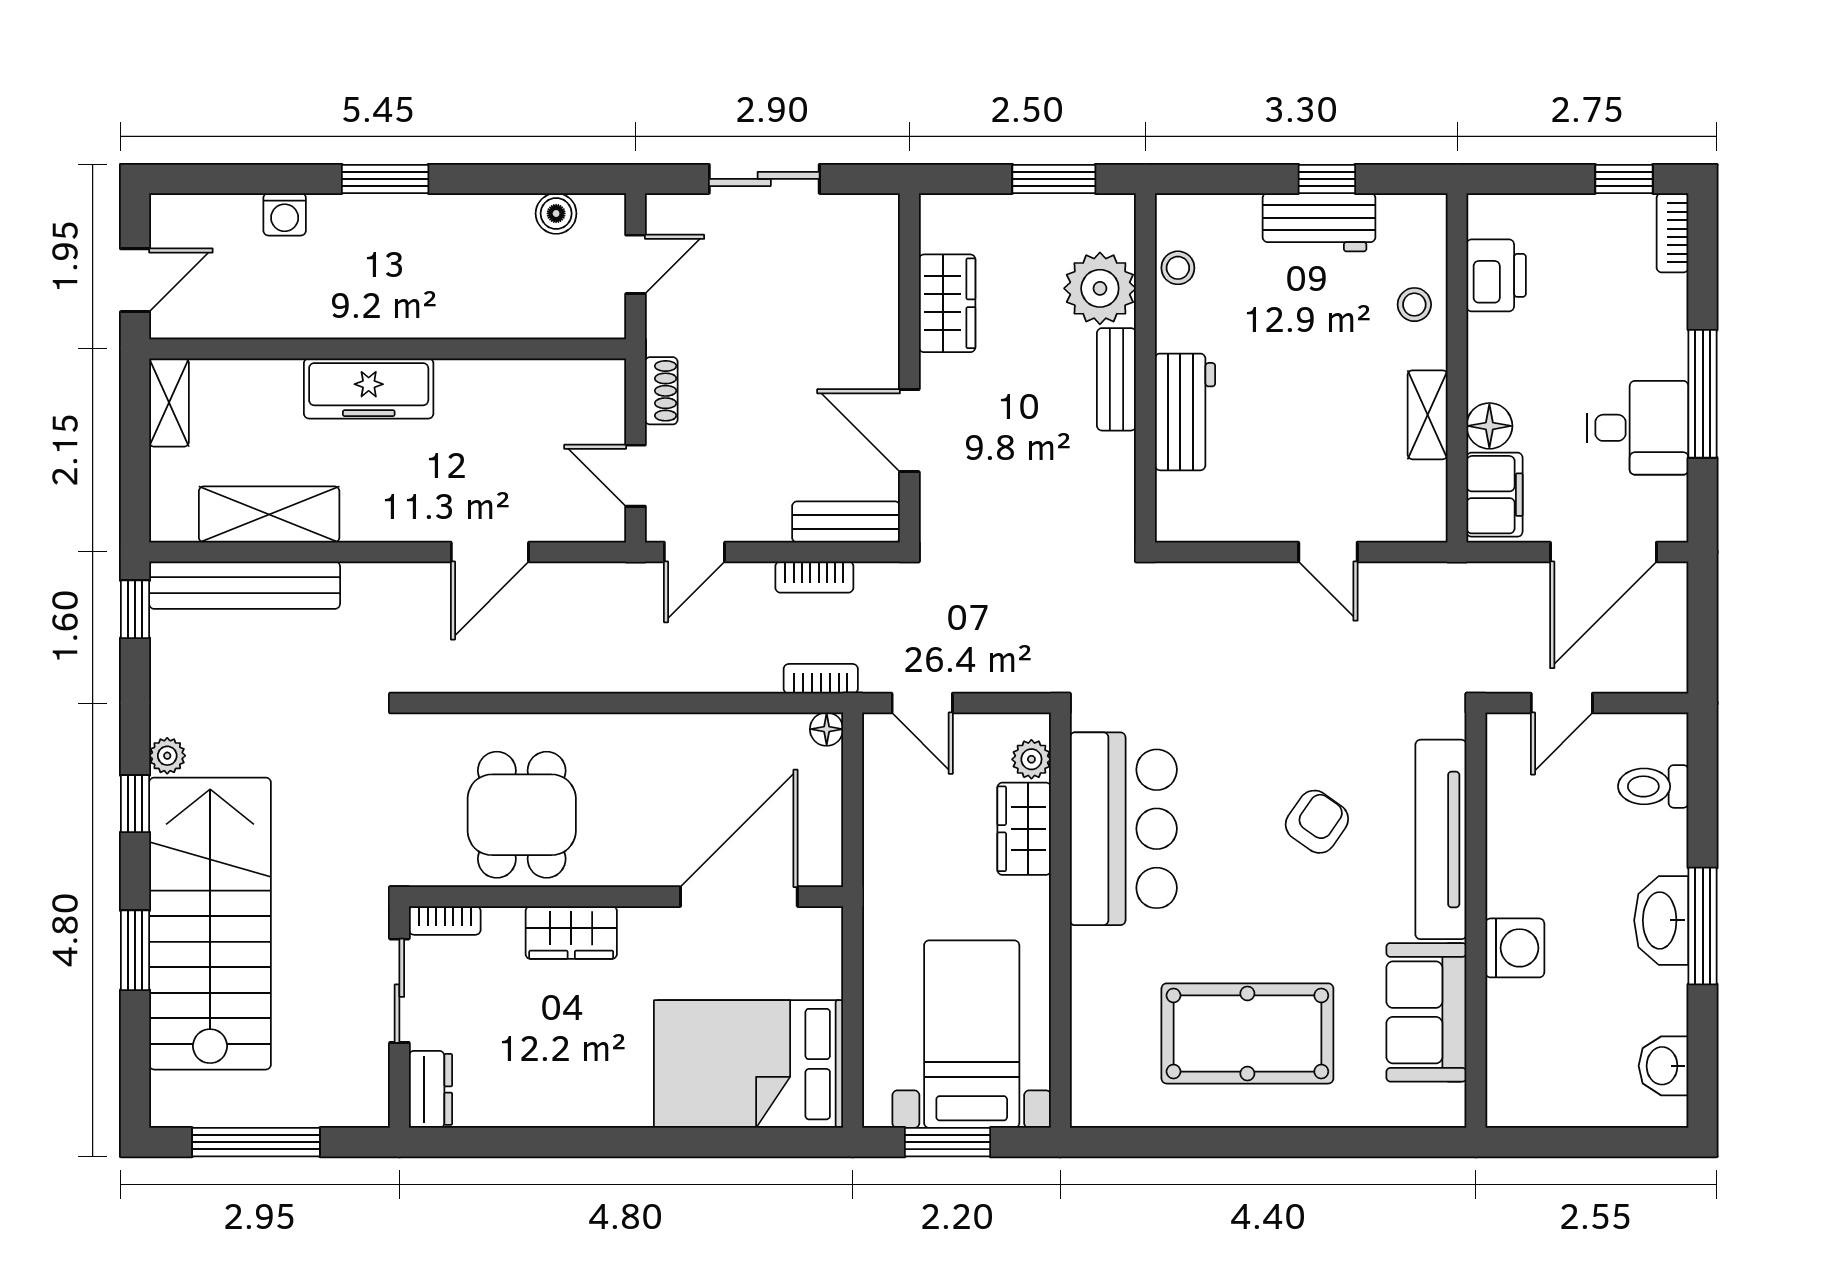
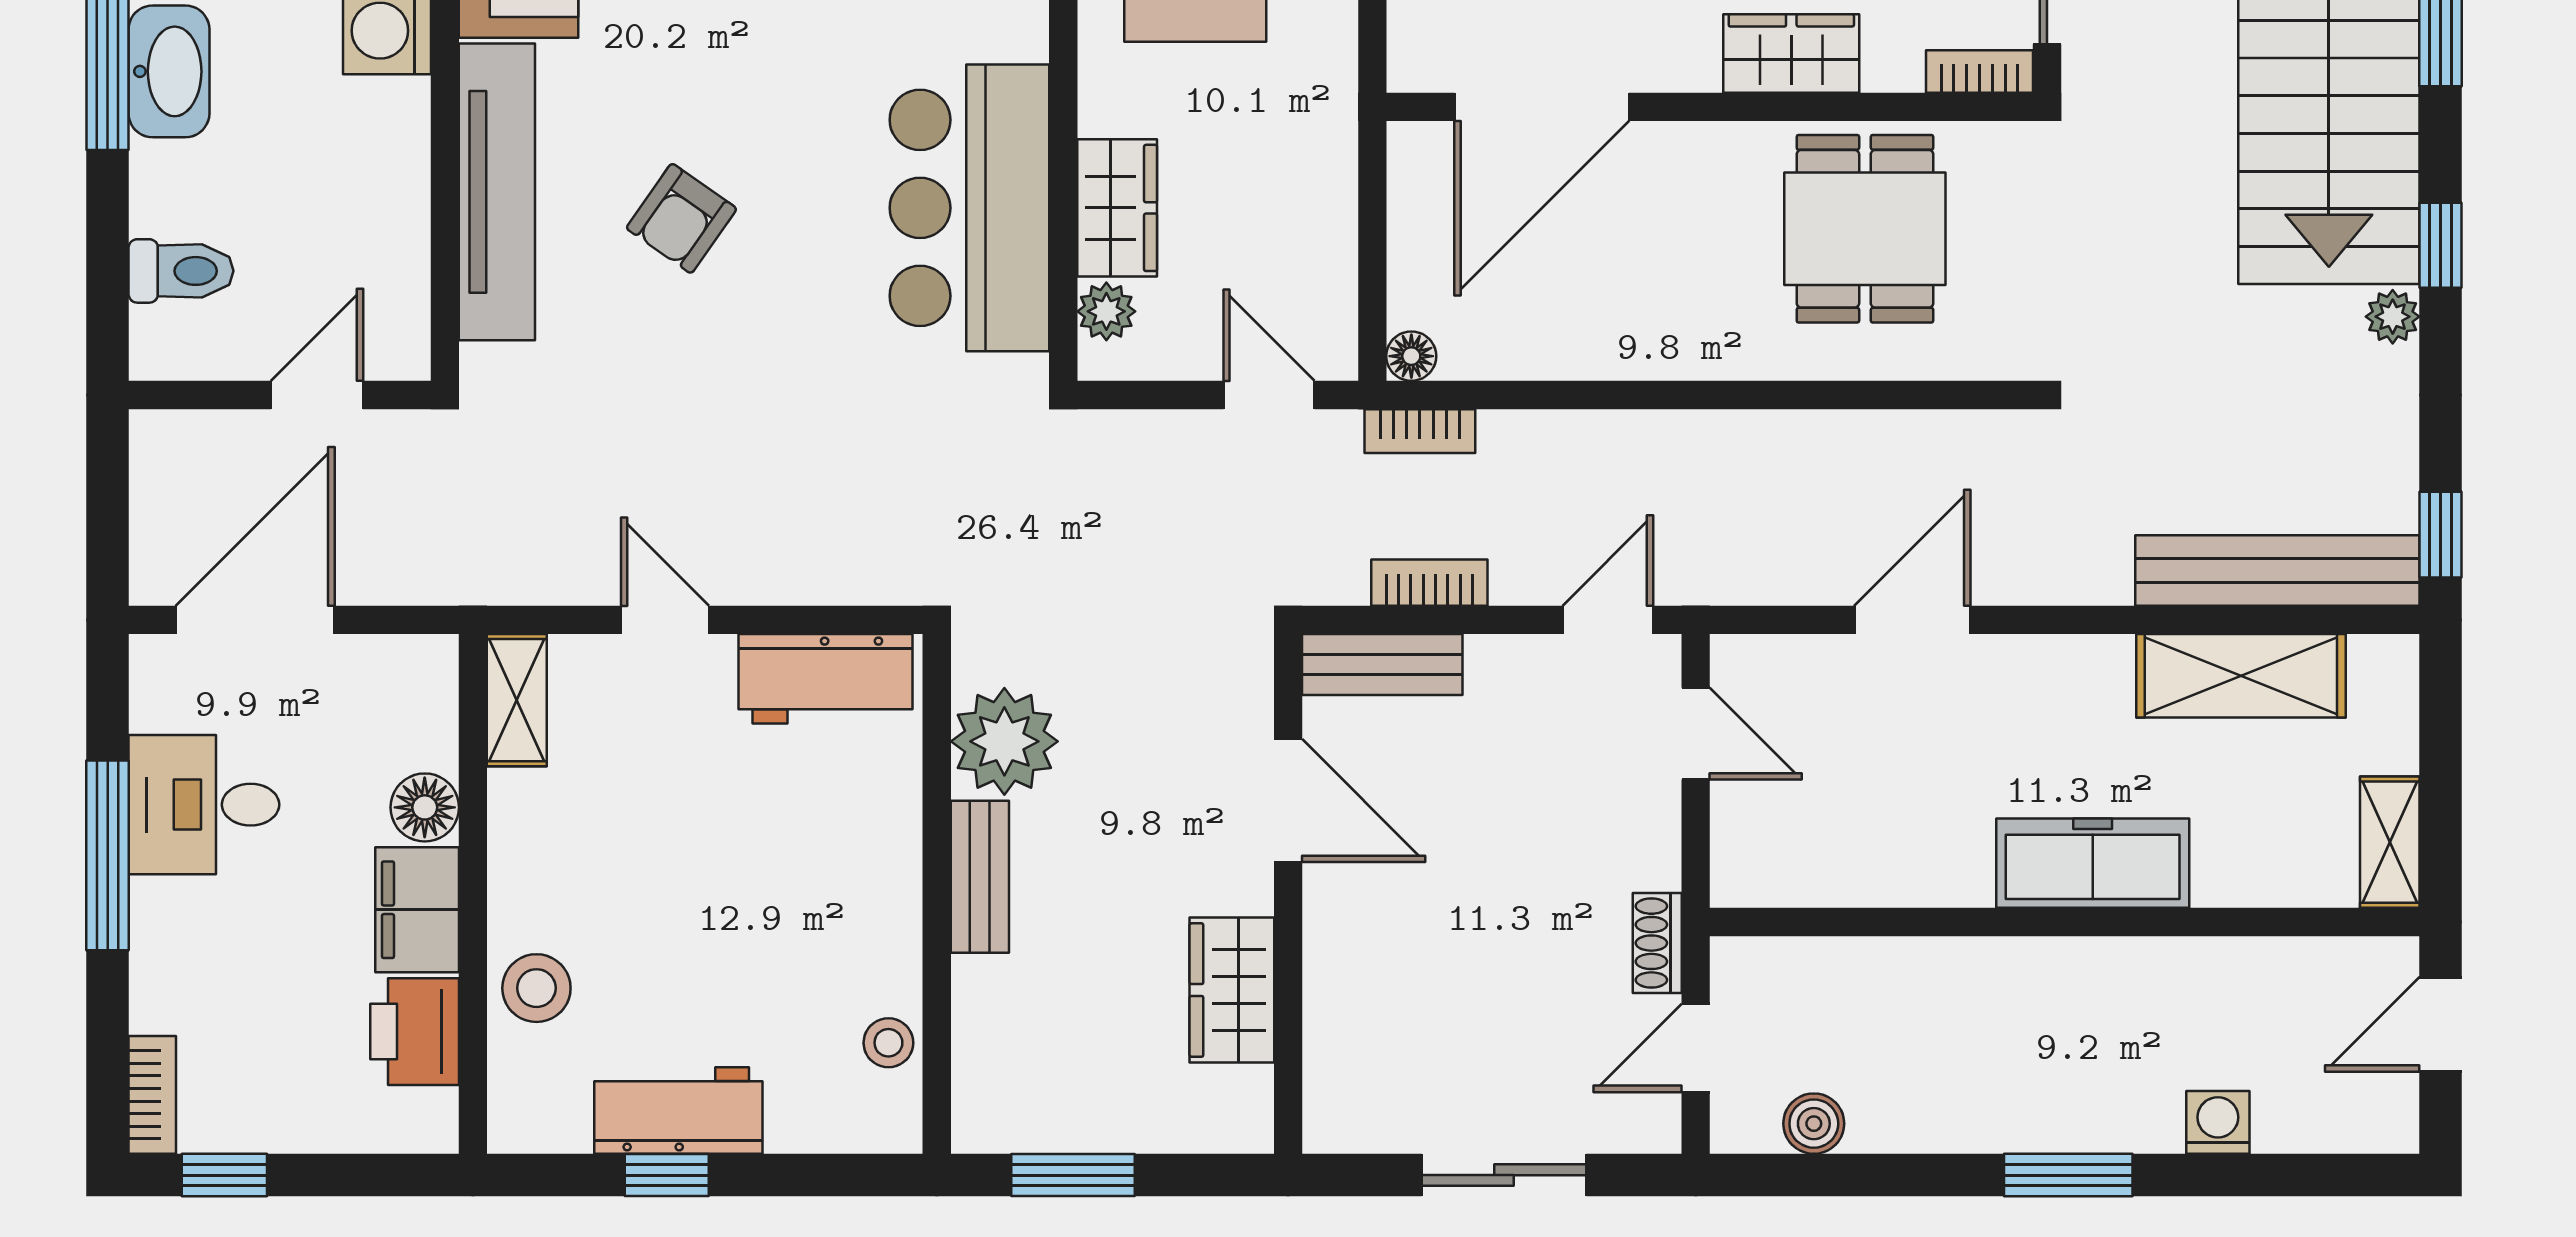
plant: (1100, 288) -> (1004, 741), moved
stool: (1414, 305) -> (536, 988), width x1.37, depth x1.37
shoe rack: (661, 391) -> (1657, 943), moved
workbench: (1185, 412) -> (825, 679), moved, turned -90
shelving: (1428, 415) -> (517, 700), moved
filing cabinet: (1495, 495) -> (417, 910), moved

